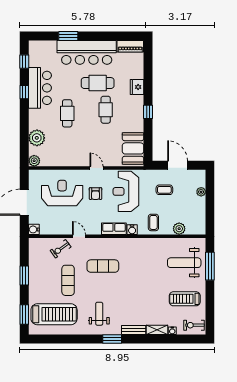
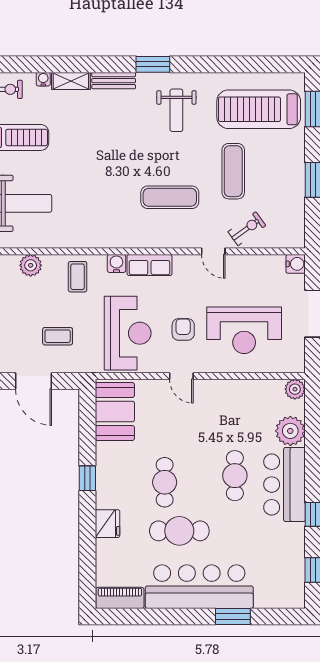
bar counter: (40, 88) -> (284, 485), moved

